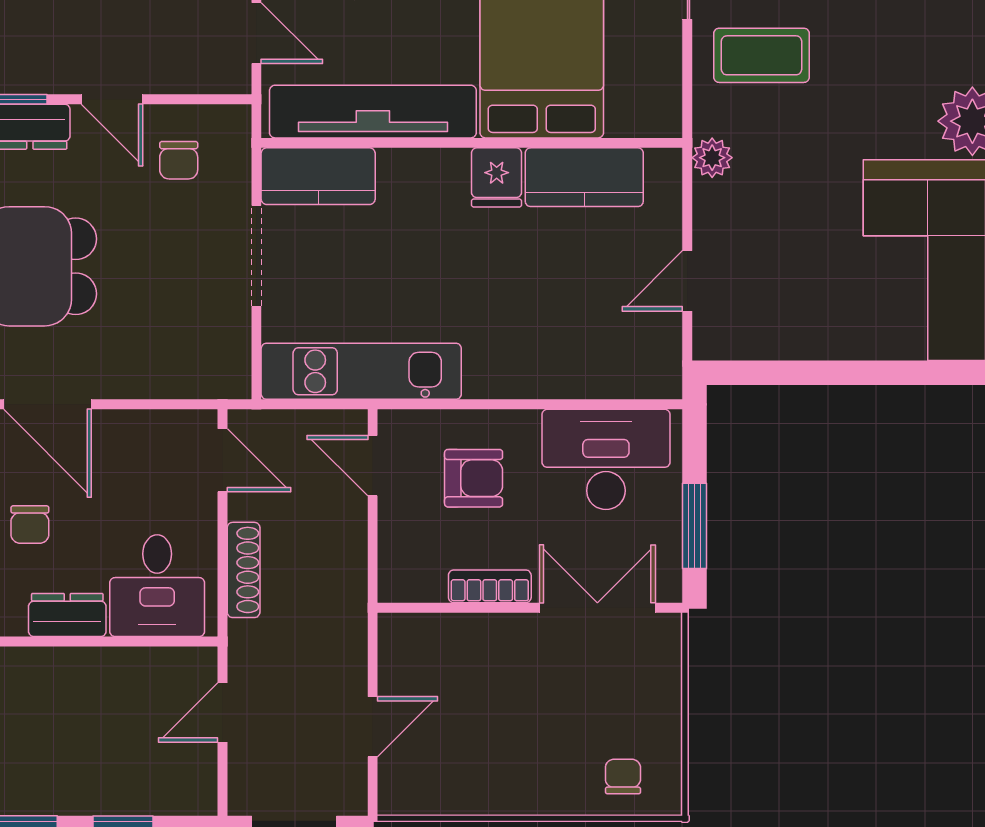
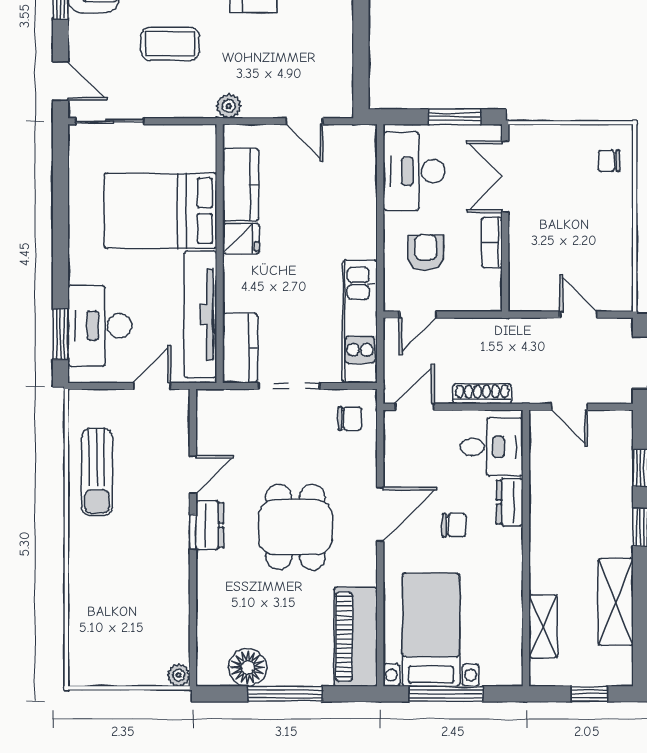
coffee table: (761, 55) -> (170, 44), moved, turned 90
chair: (179, 160) -> (350, 419), moved

